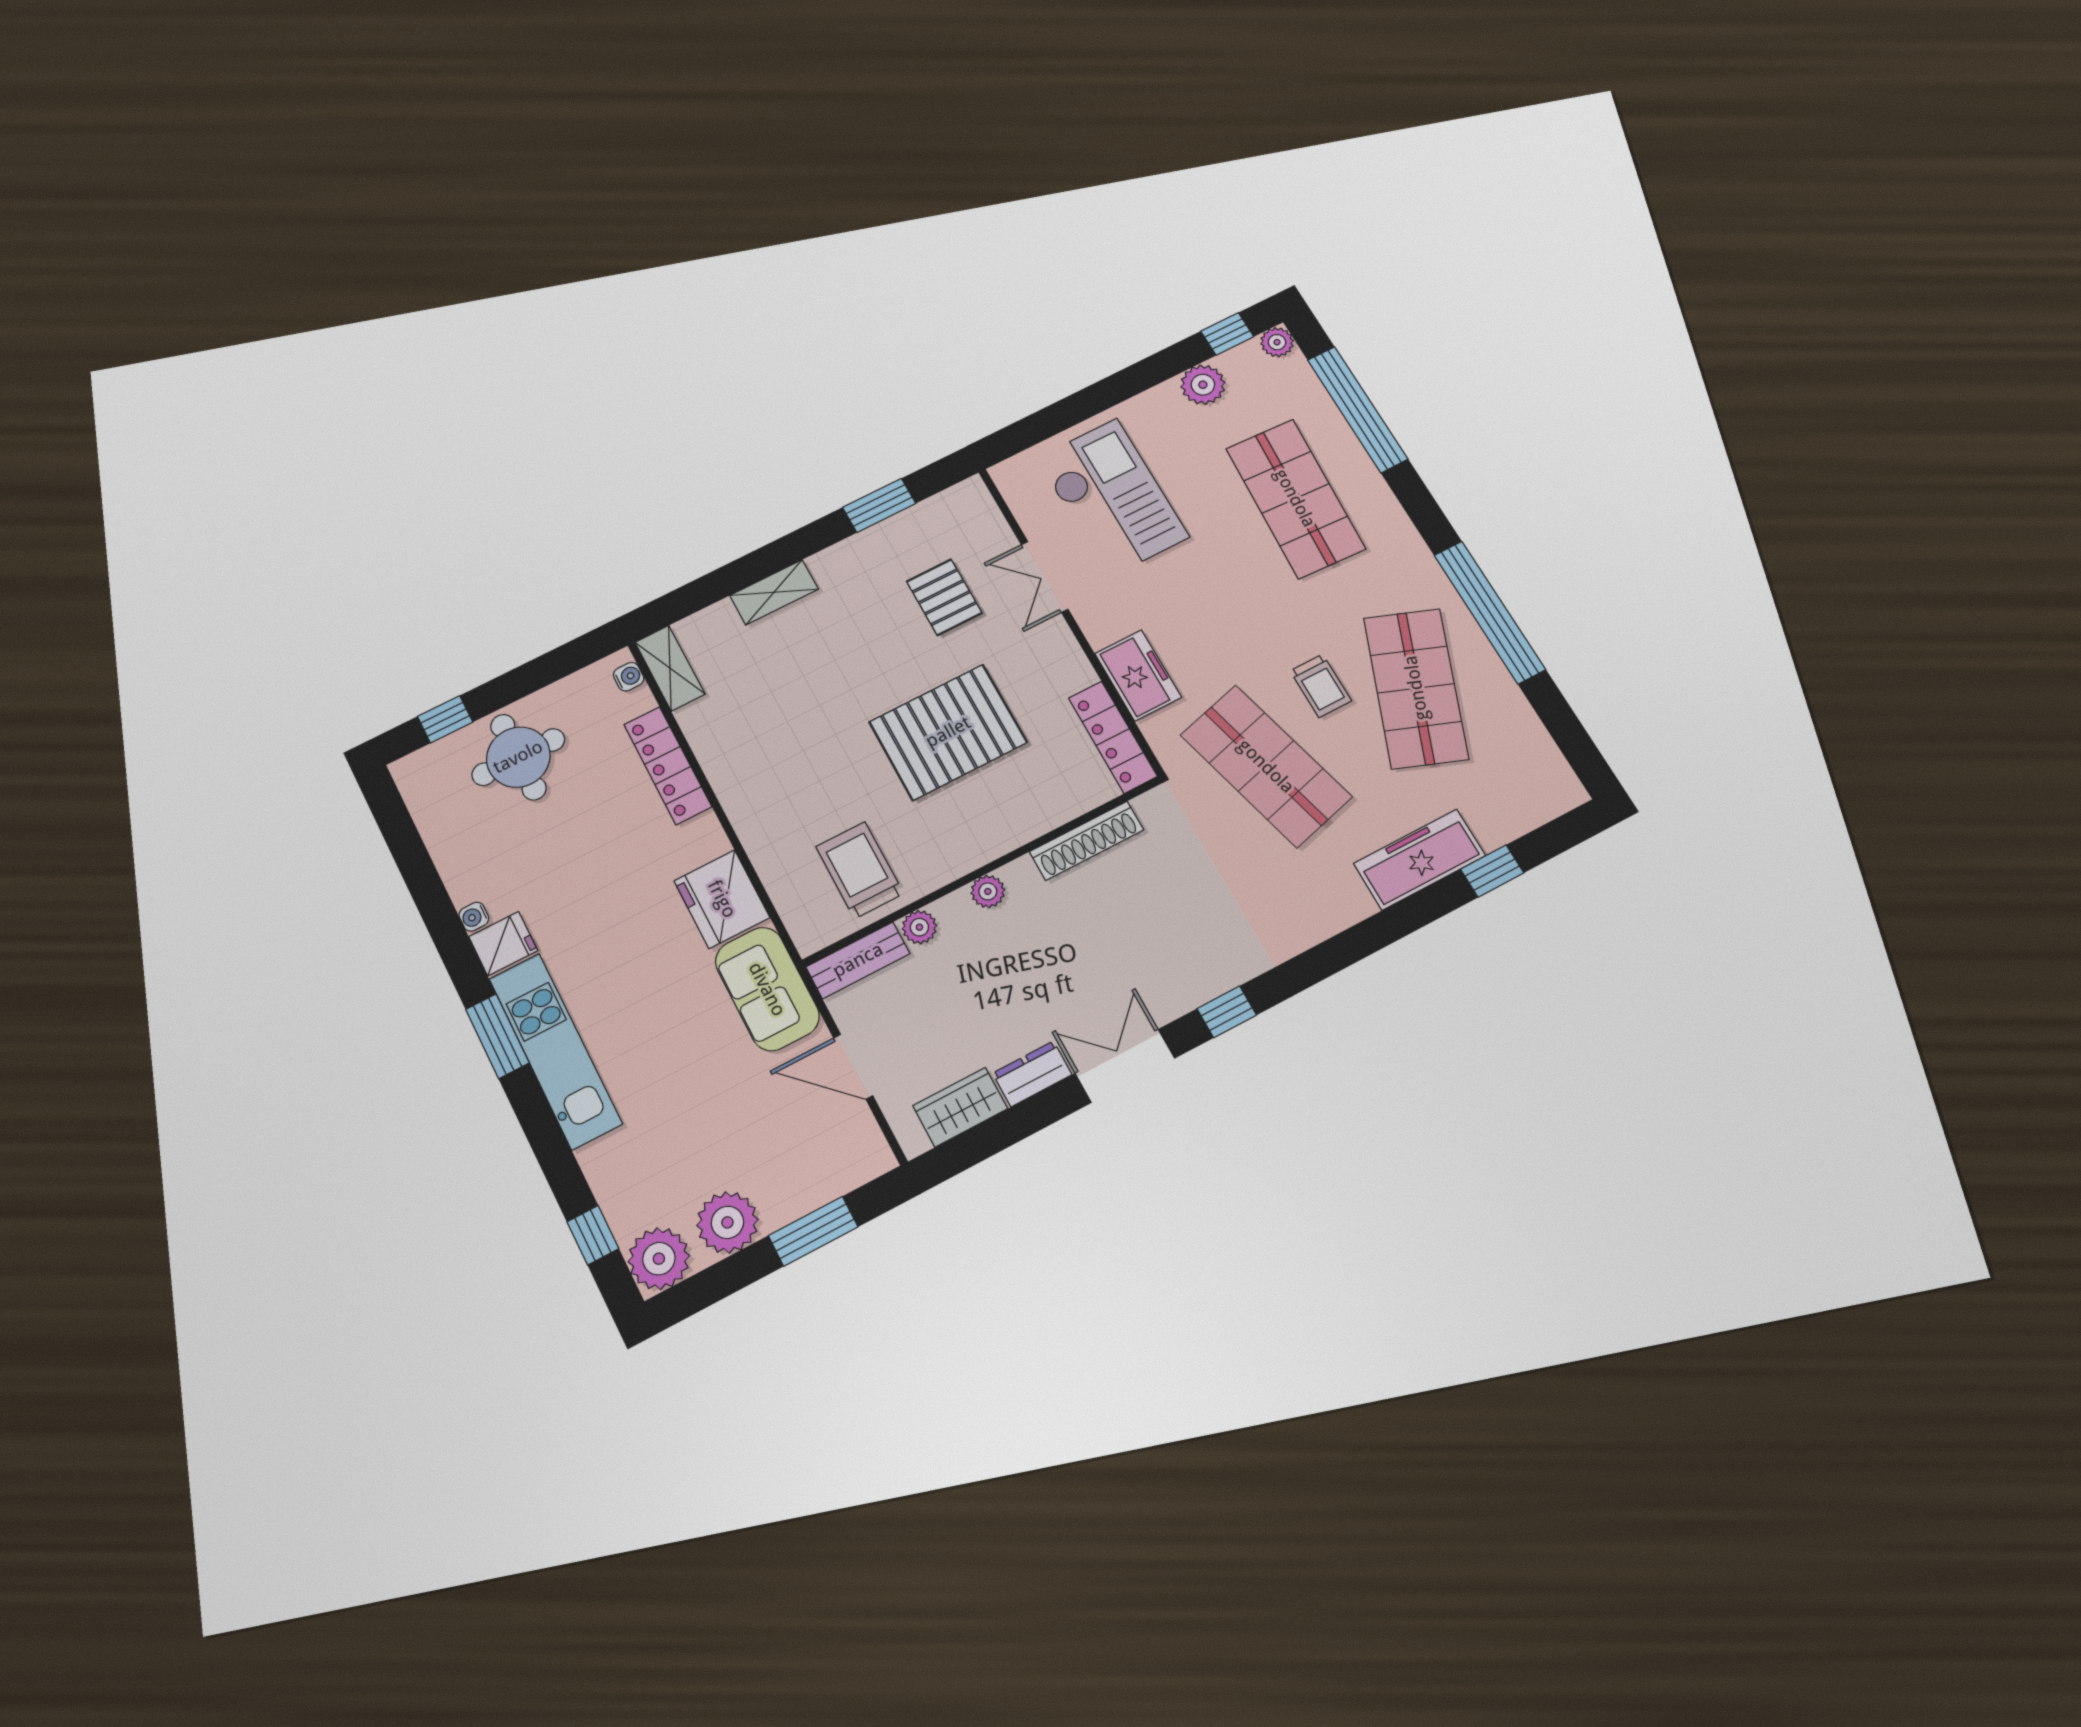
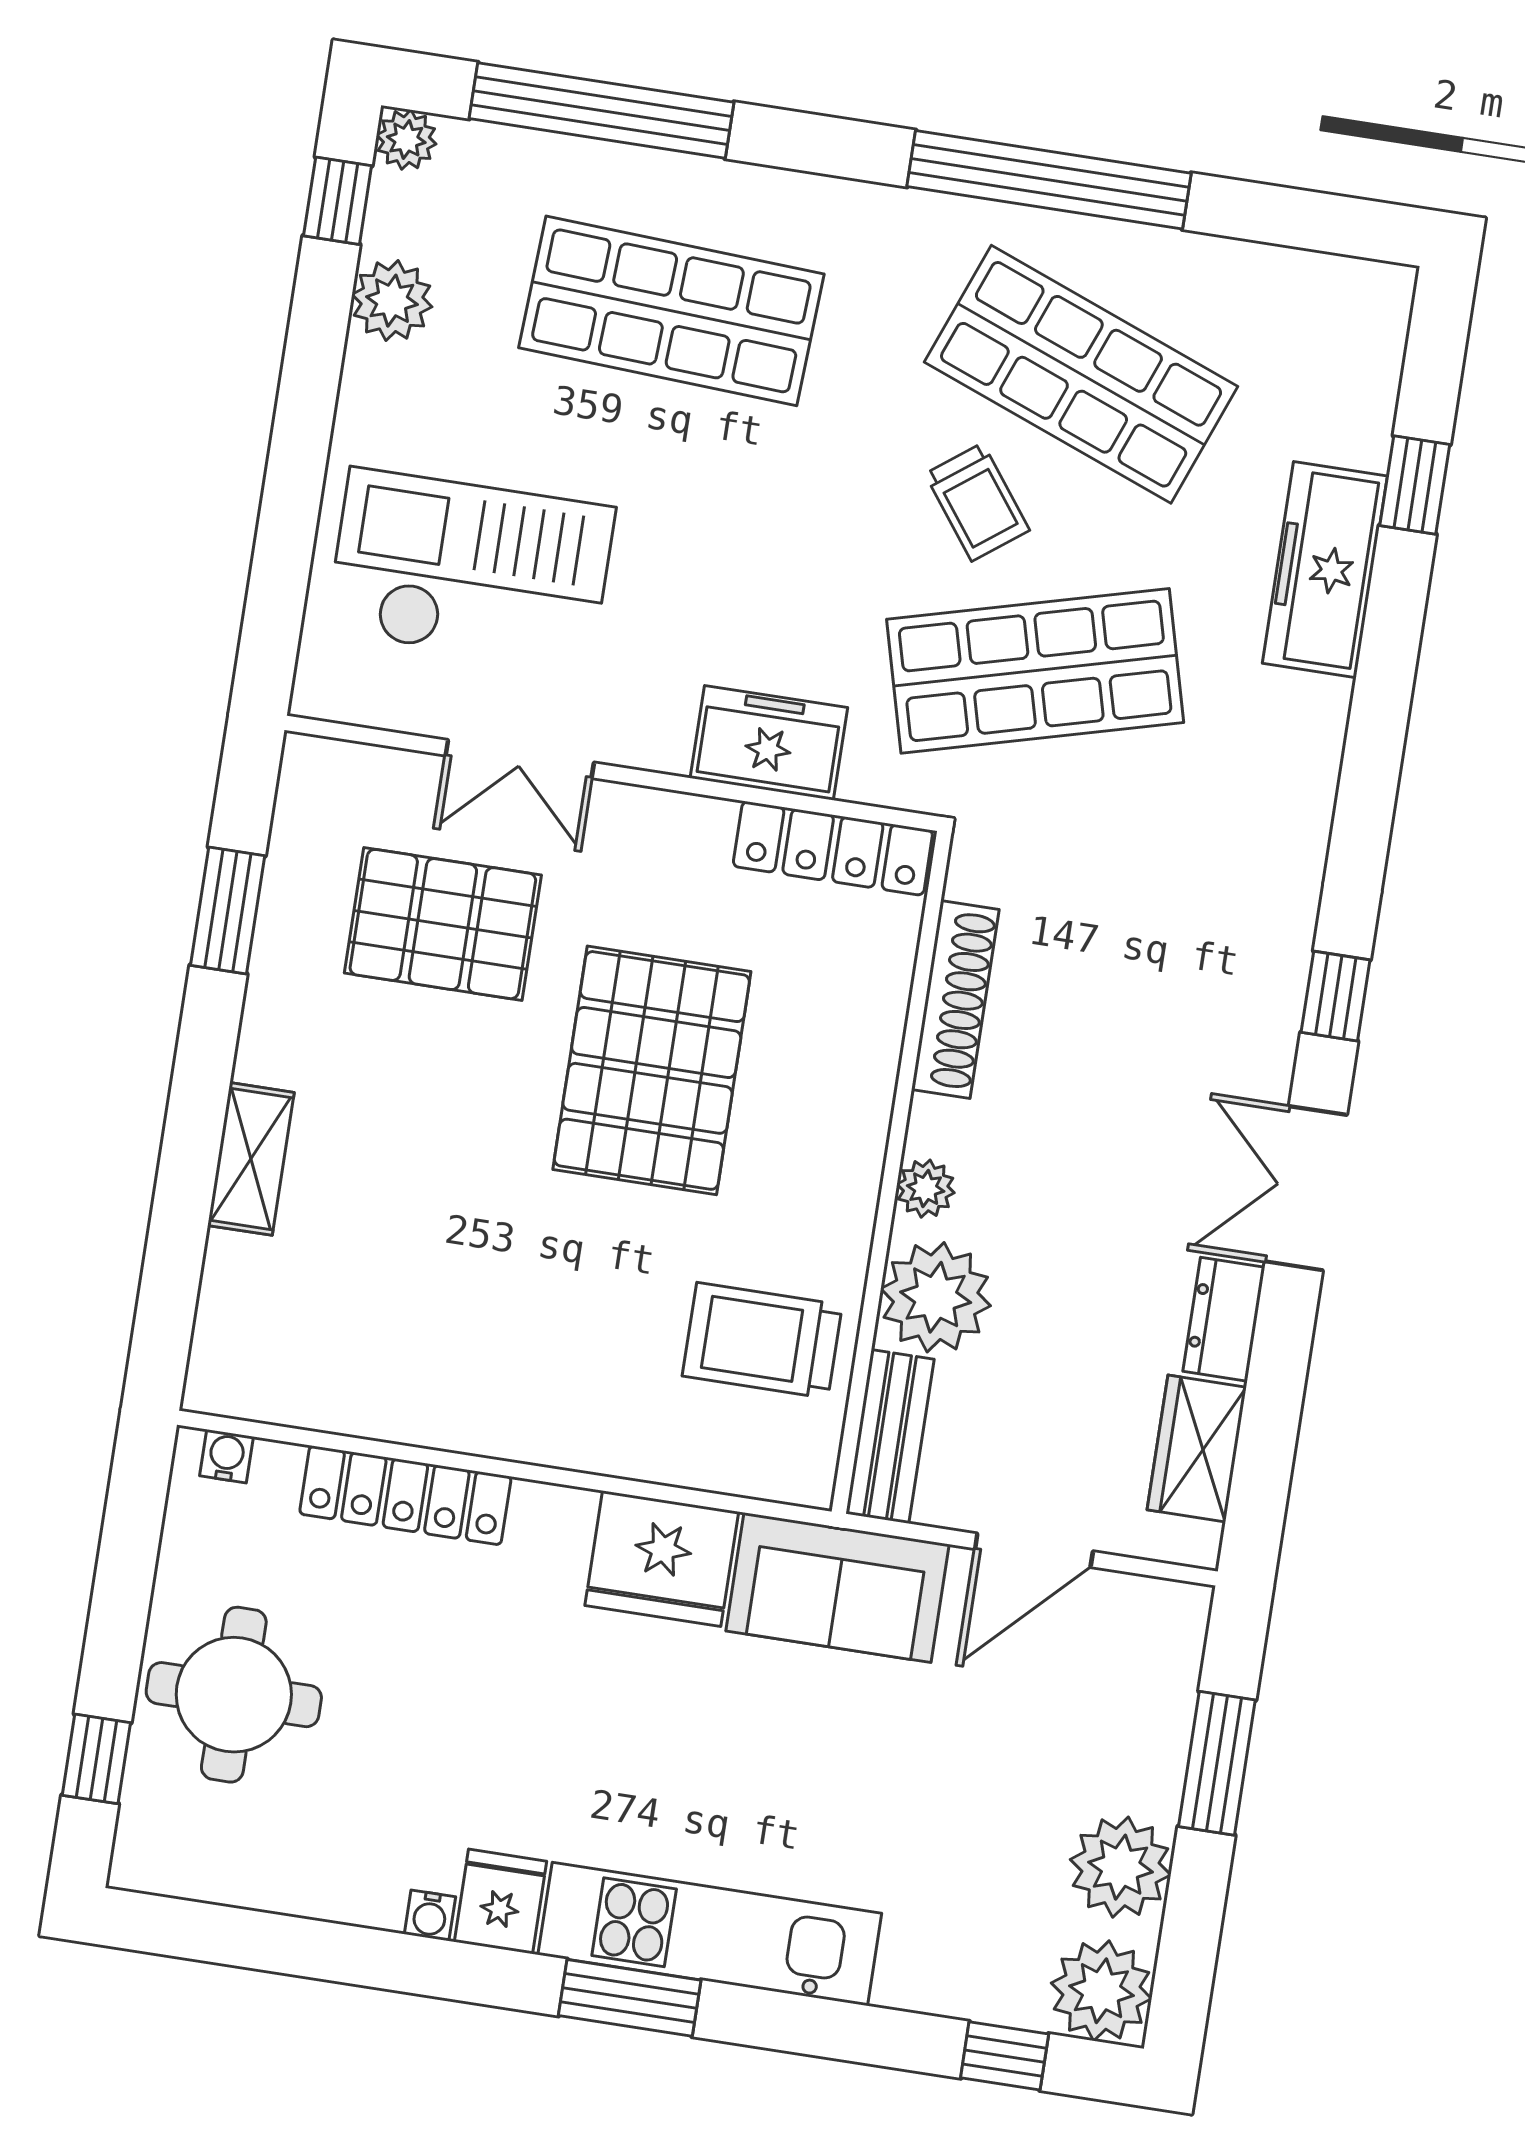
pallet: (944, 597) -> (443, 924), width x1.50, depth x1.42
shelving: (670, 668) -> (258, 1389), removed
trolley: (1321, 686) -> (977, 502), turned 53
plant: (919, 927) -> (936, 1297), width x1.88, depth x1.88

